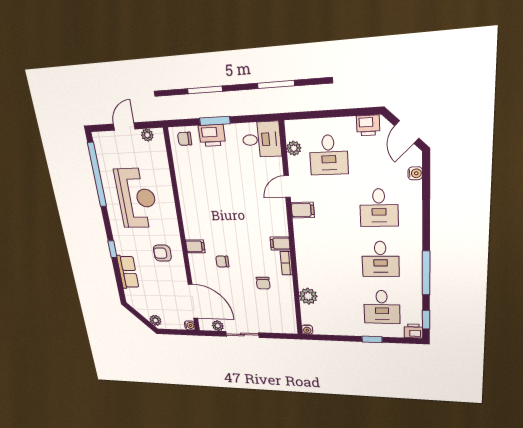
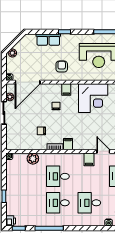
corner desk: (202, 206) -> (93, 98), added
desk: (382, 307) -> (58, 176), moved

